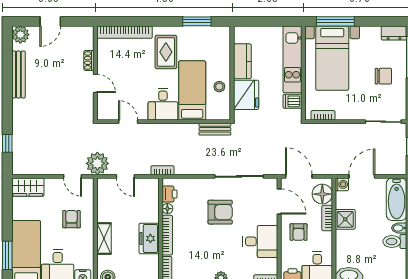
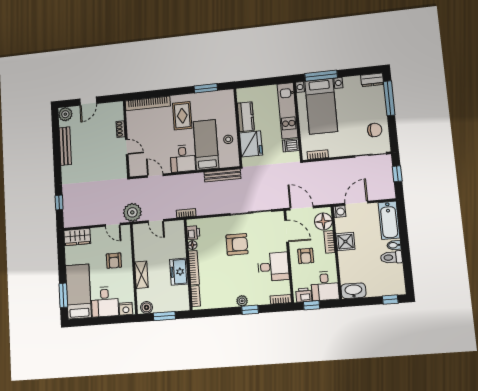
chair: (383, 76) -> (375, 130), moved
bench: (215, 129) -> (222, 175), width x1.36
armchair: (71, 219) -> (114, 261), turned 180

